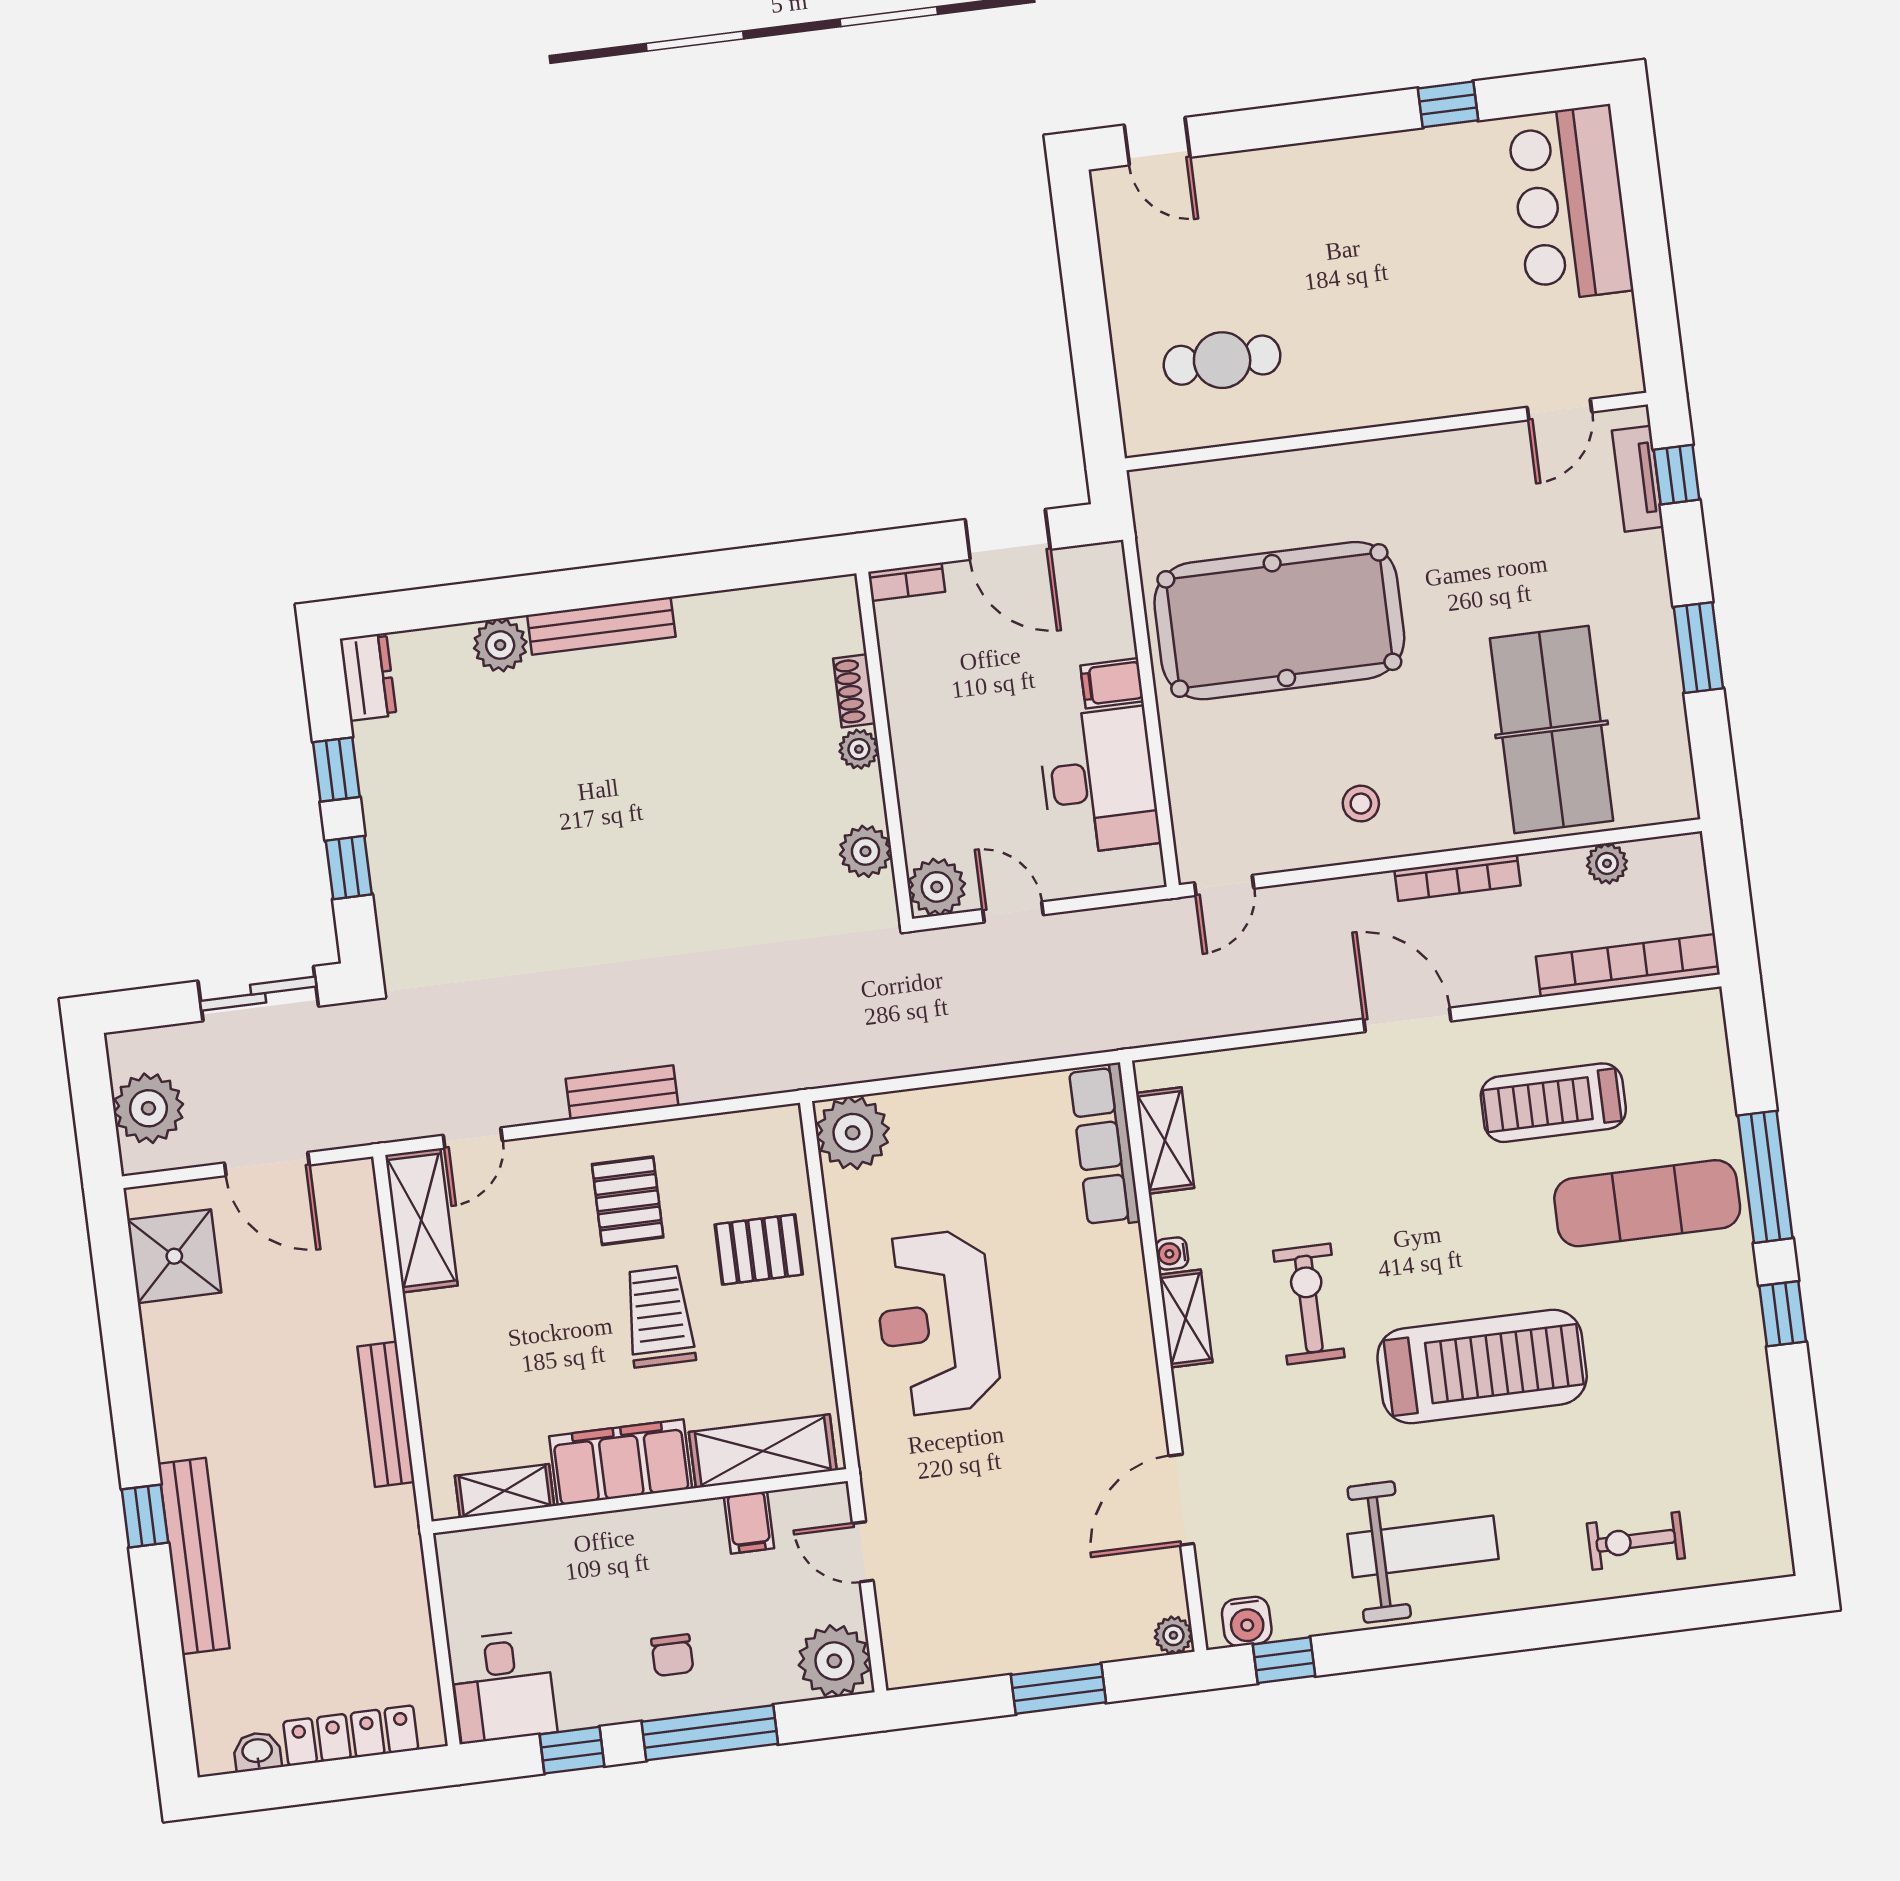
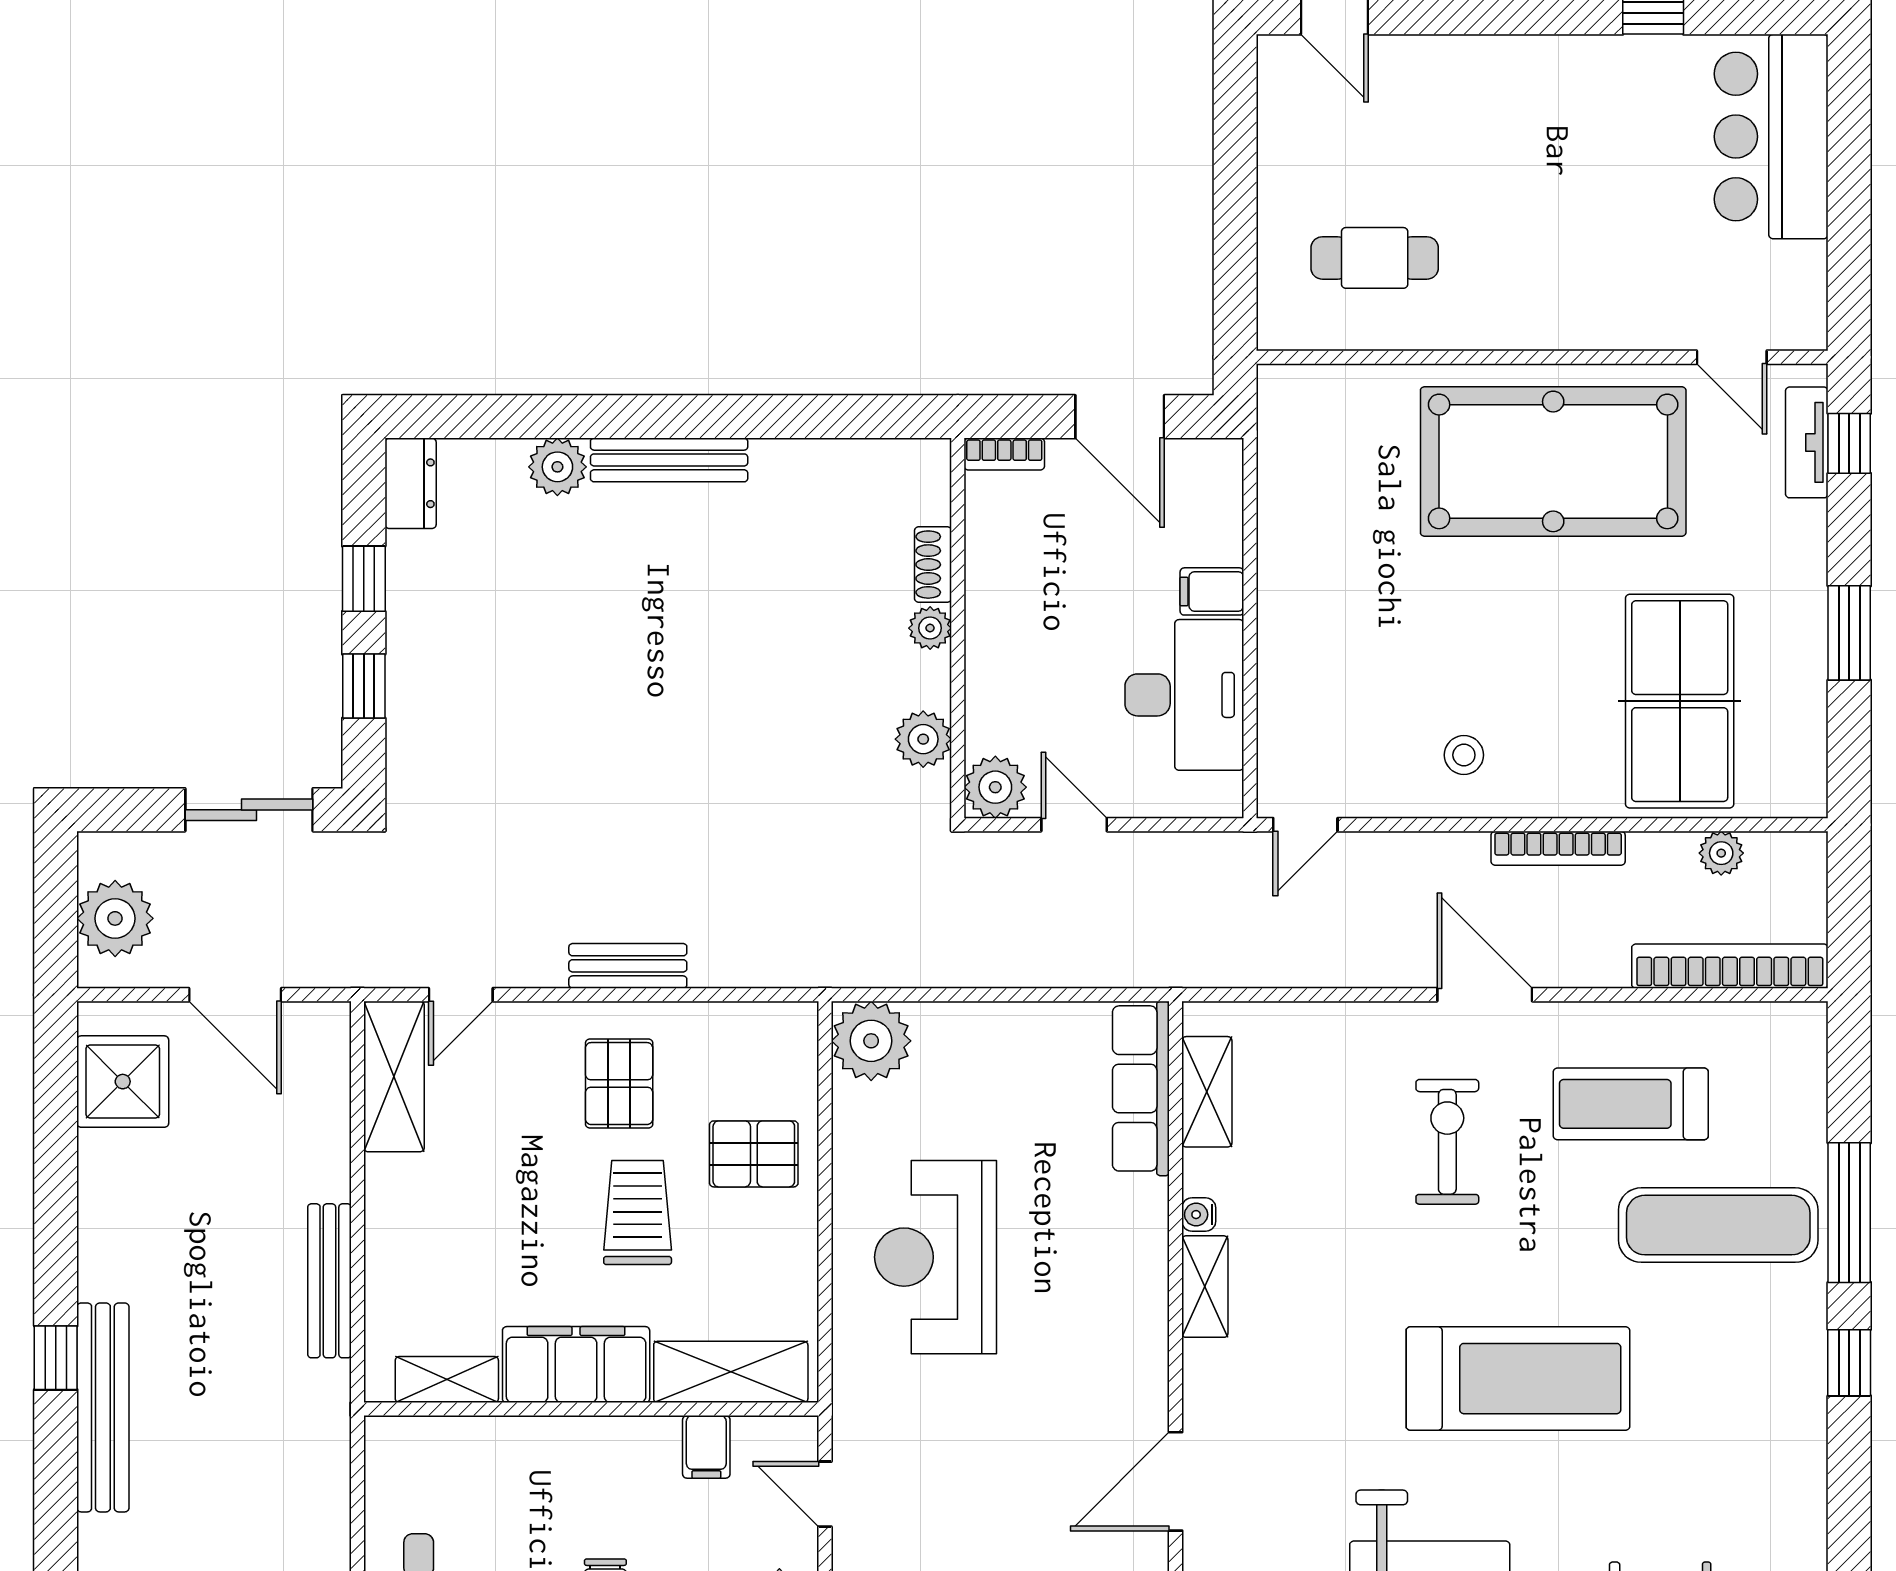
door: (1559, 410) -> (1732, 357), hinge flipped
pool table: (1279, 621) -> (1553, 461), moved
exercise bike: (1309, 1304) -> (1447, 1142), moved

